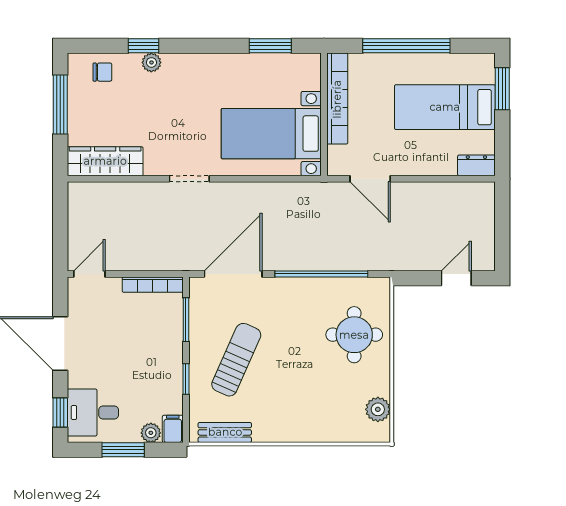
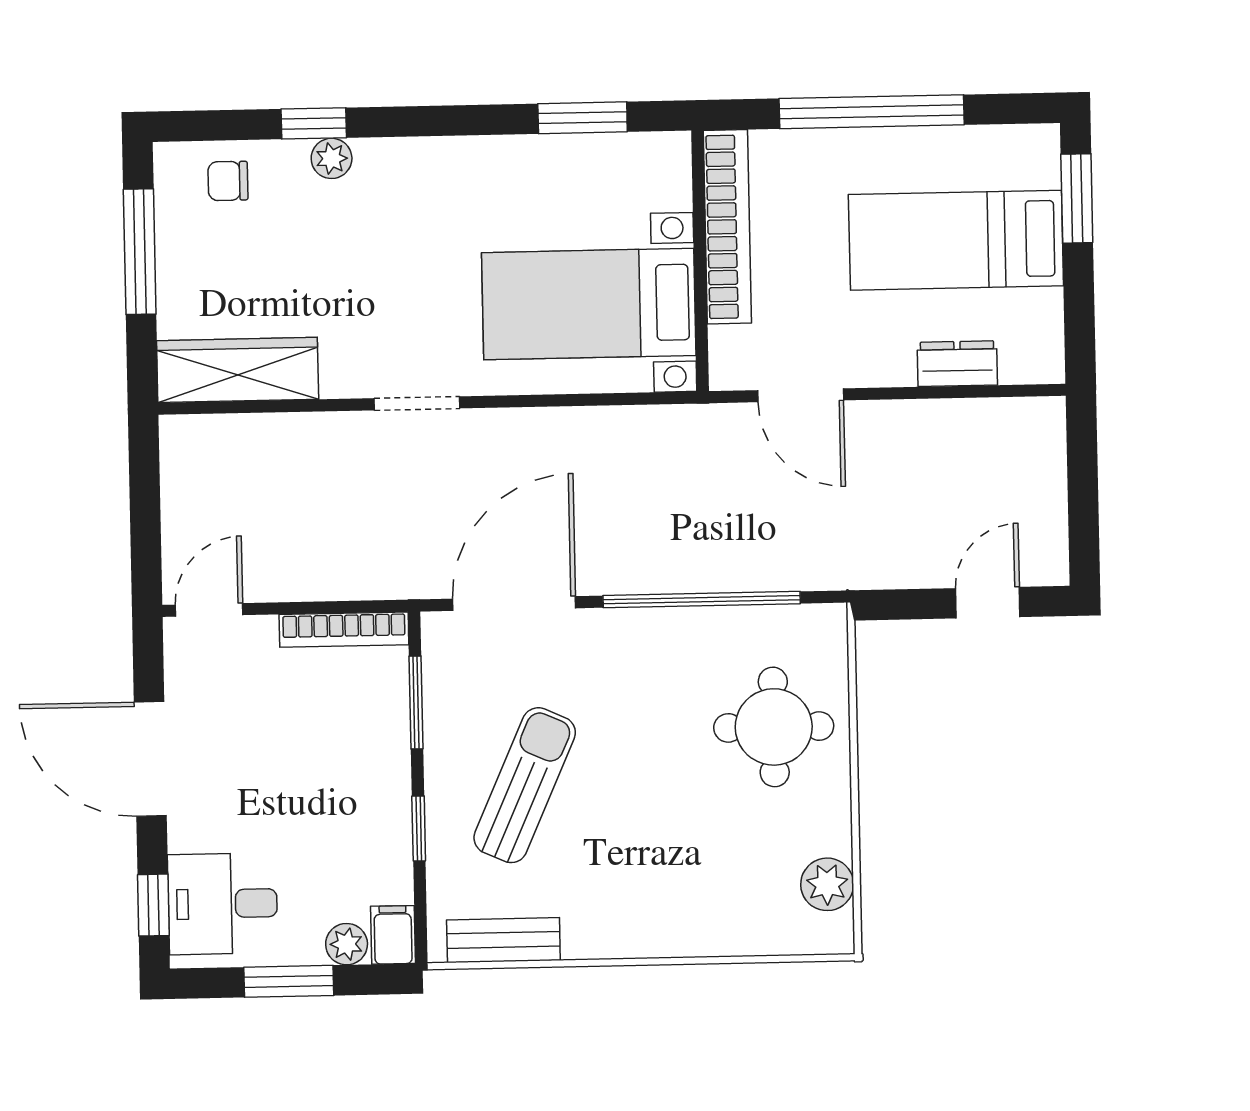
chair: (102, 72) -> (228, 181), turned 180
dresser: (476, 165) -> (957, 364), moved

